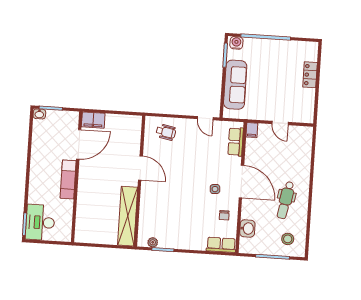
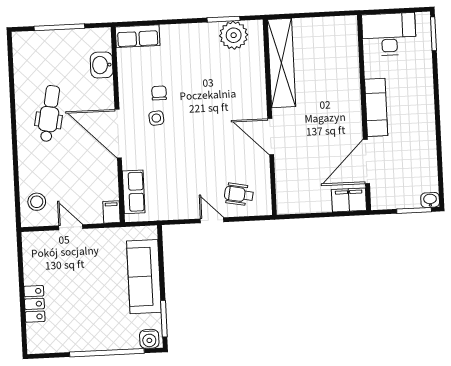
door: (205, 118) -> (212, 220), moved
chair: (224, 215) -> (159, 93), moved
desk: (40, 222) -> (389, 34), moved, turned -90
stool: (288, 239) -> (37, 202), moved
plant: (153, 242) -> (234, 35), width x1.88, depth x1.88

